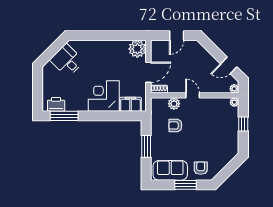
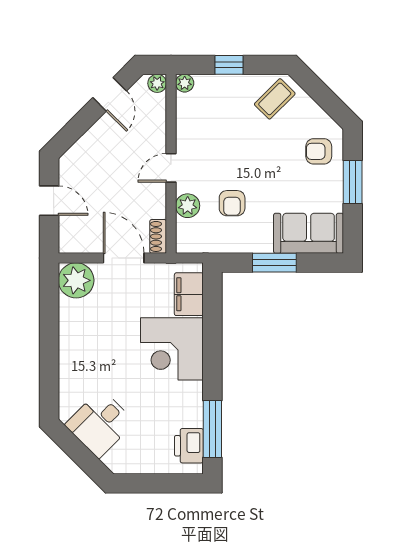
coffee table: (227, 147) -> (275, 99), added
sofa: (170, 170) -> (309, 233), moved, turned 90

